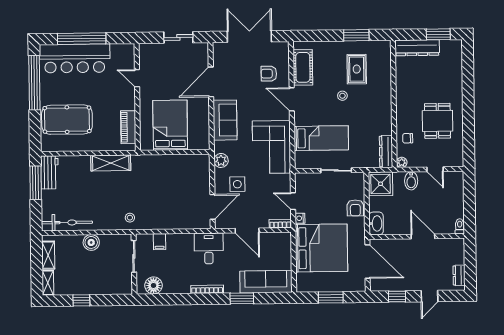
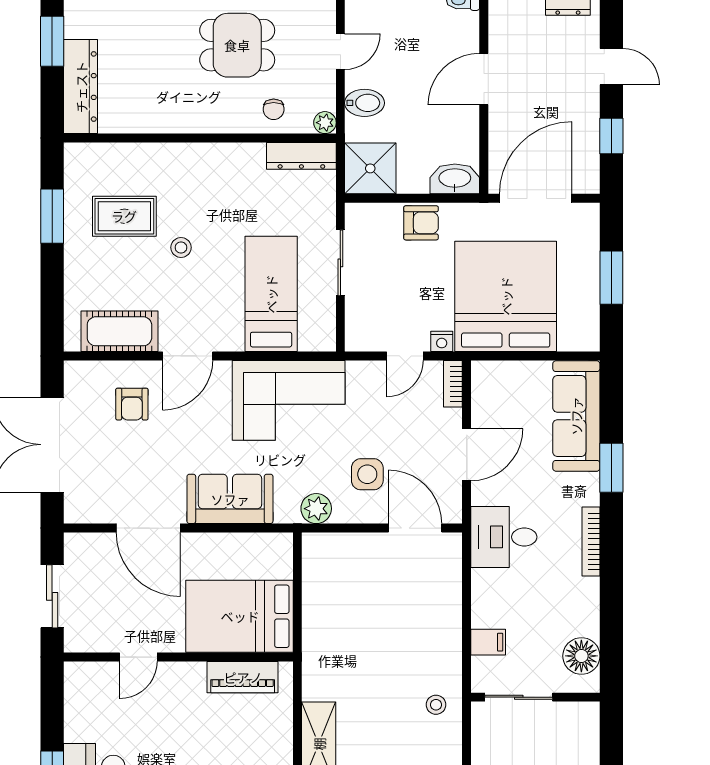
door: (137, 78) -> (138, 657), moved
wall: (137, 97) -> (178, 657), moved
piano: (128, 127) -> (243, 677), moved

